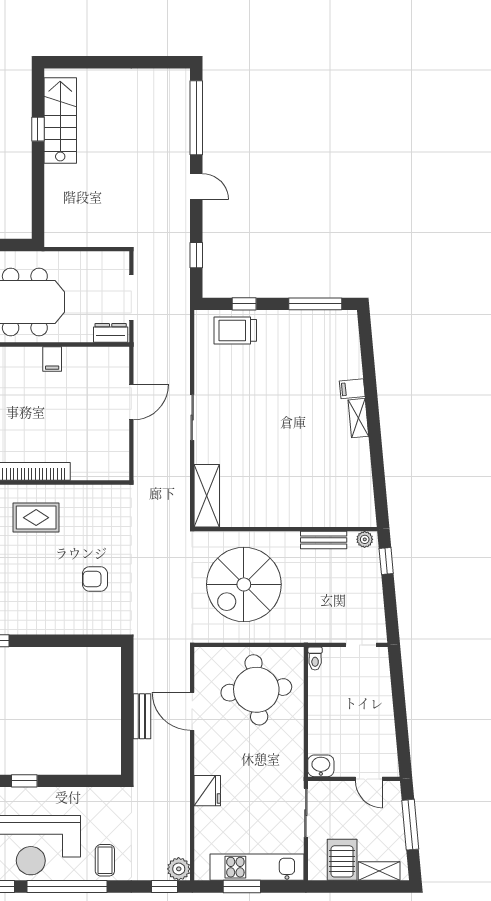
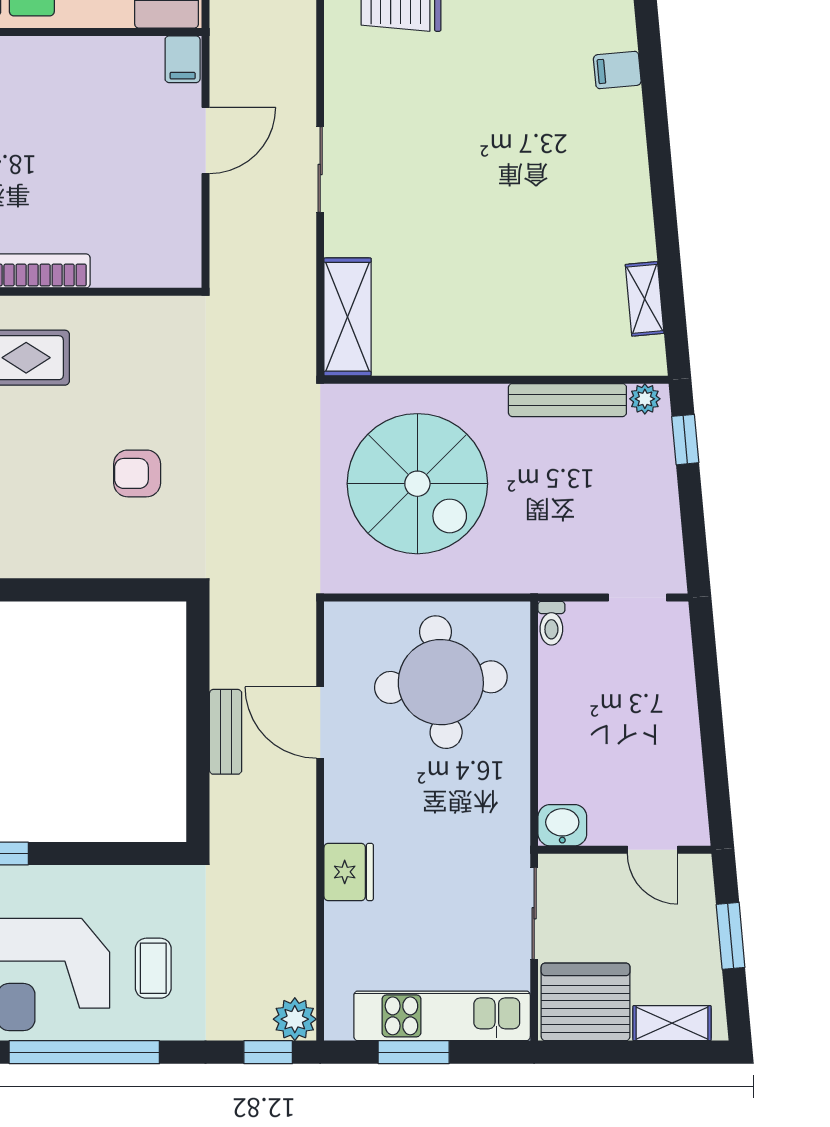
filing cabinet: (52, 359) -> (183, 59), moved
filing cabinet: (352, 389) -> (617, 70), moved
shelving: (358, 418) -> (645, 299), moved
bench: (324, 540) -> (567, 400), width x1.36
spiral stairs: (244, 584) -> (417, 484), turned -90
window: (410, 825) -> (731, 936), width x0.69
coffee table: (105, 860) -> (153, 968), moved
server rack: (342, 860) -> (586, 1002), width x1.60

